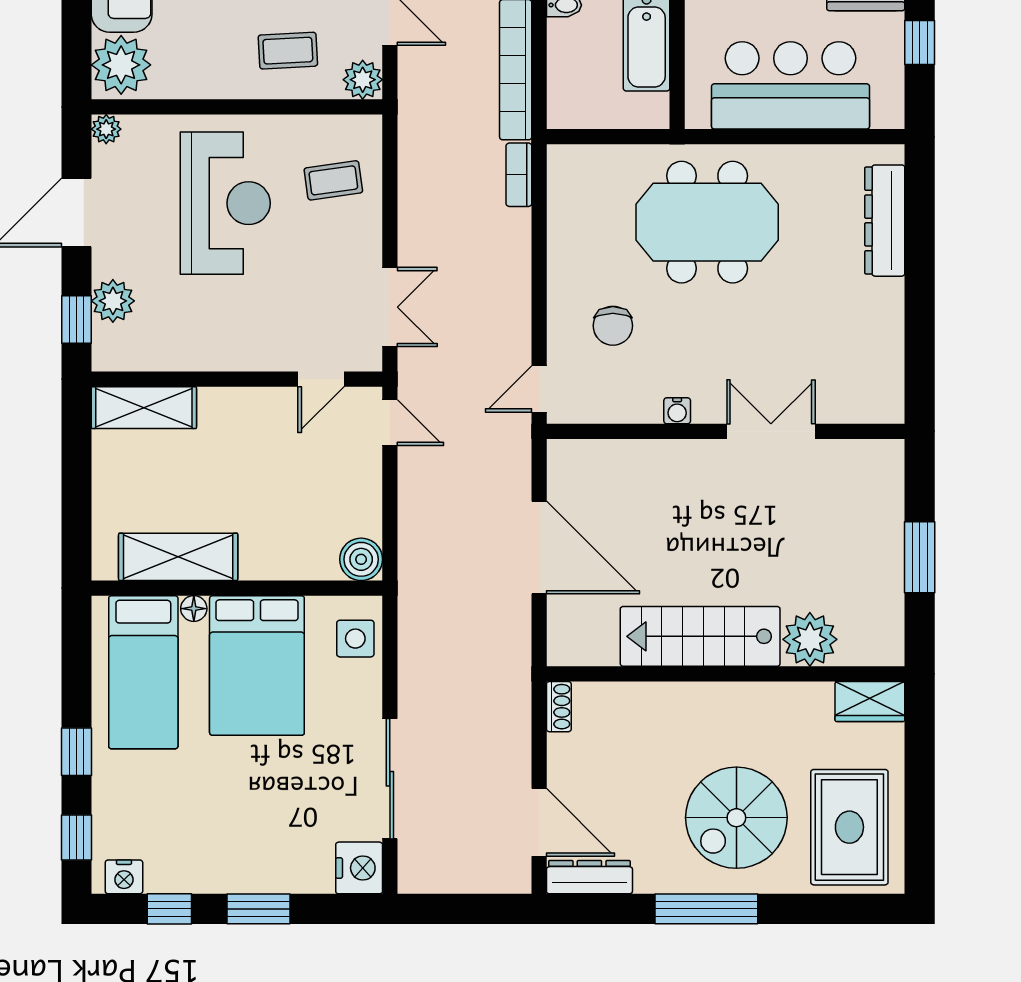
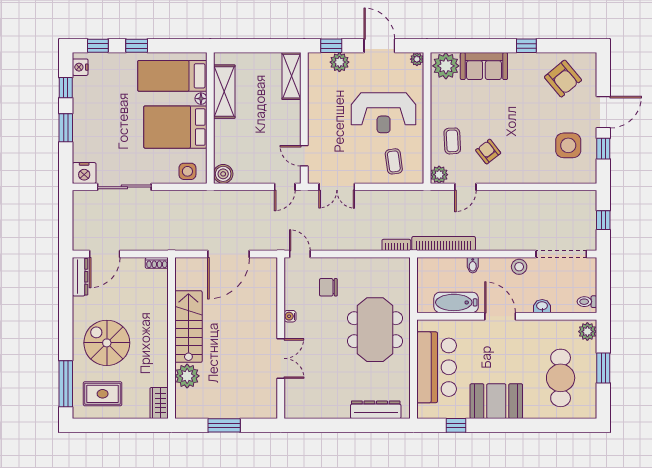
rug: (849, 827) -> (103, 394), width x0.73, depth x0.70
window: (706, 909) -> (66, 384), moved

